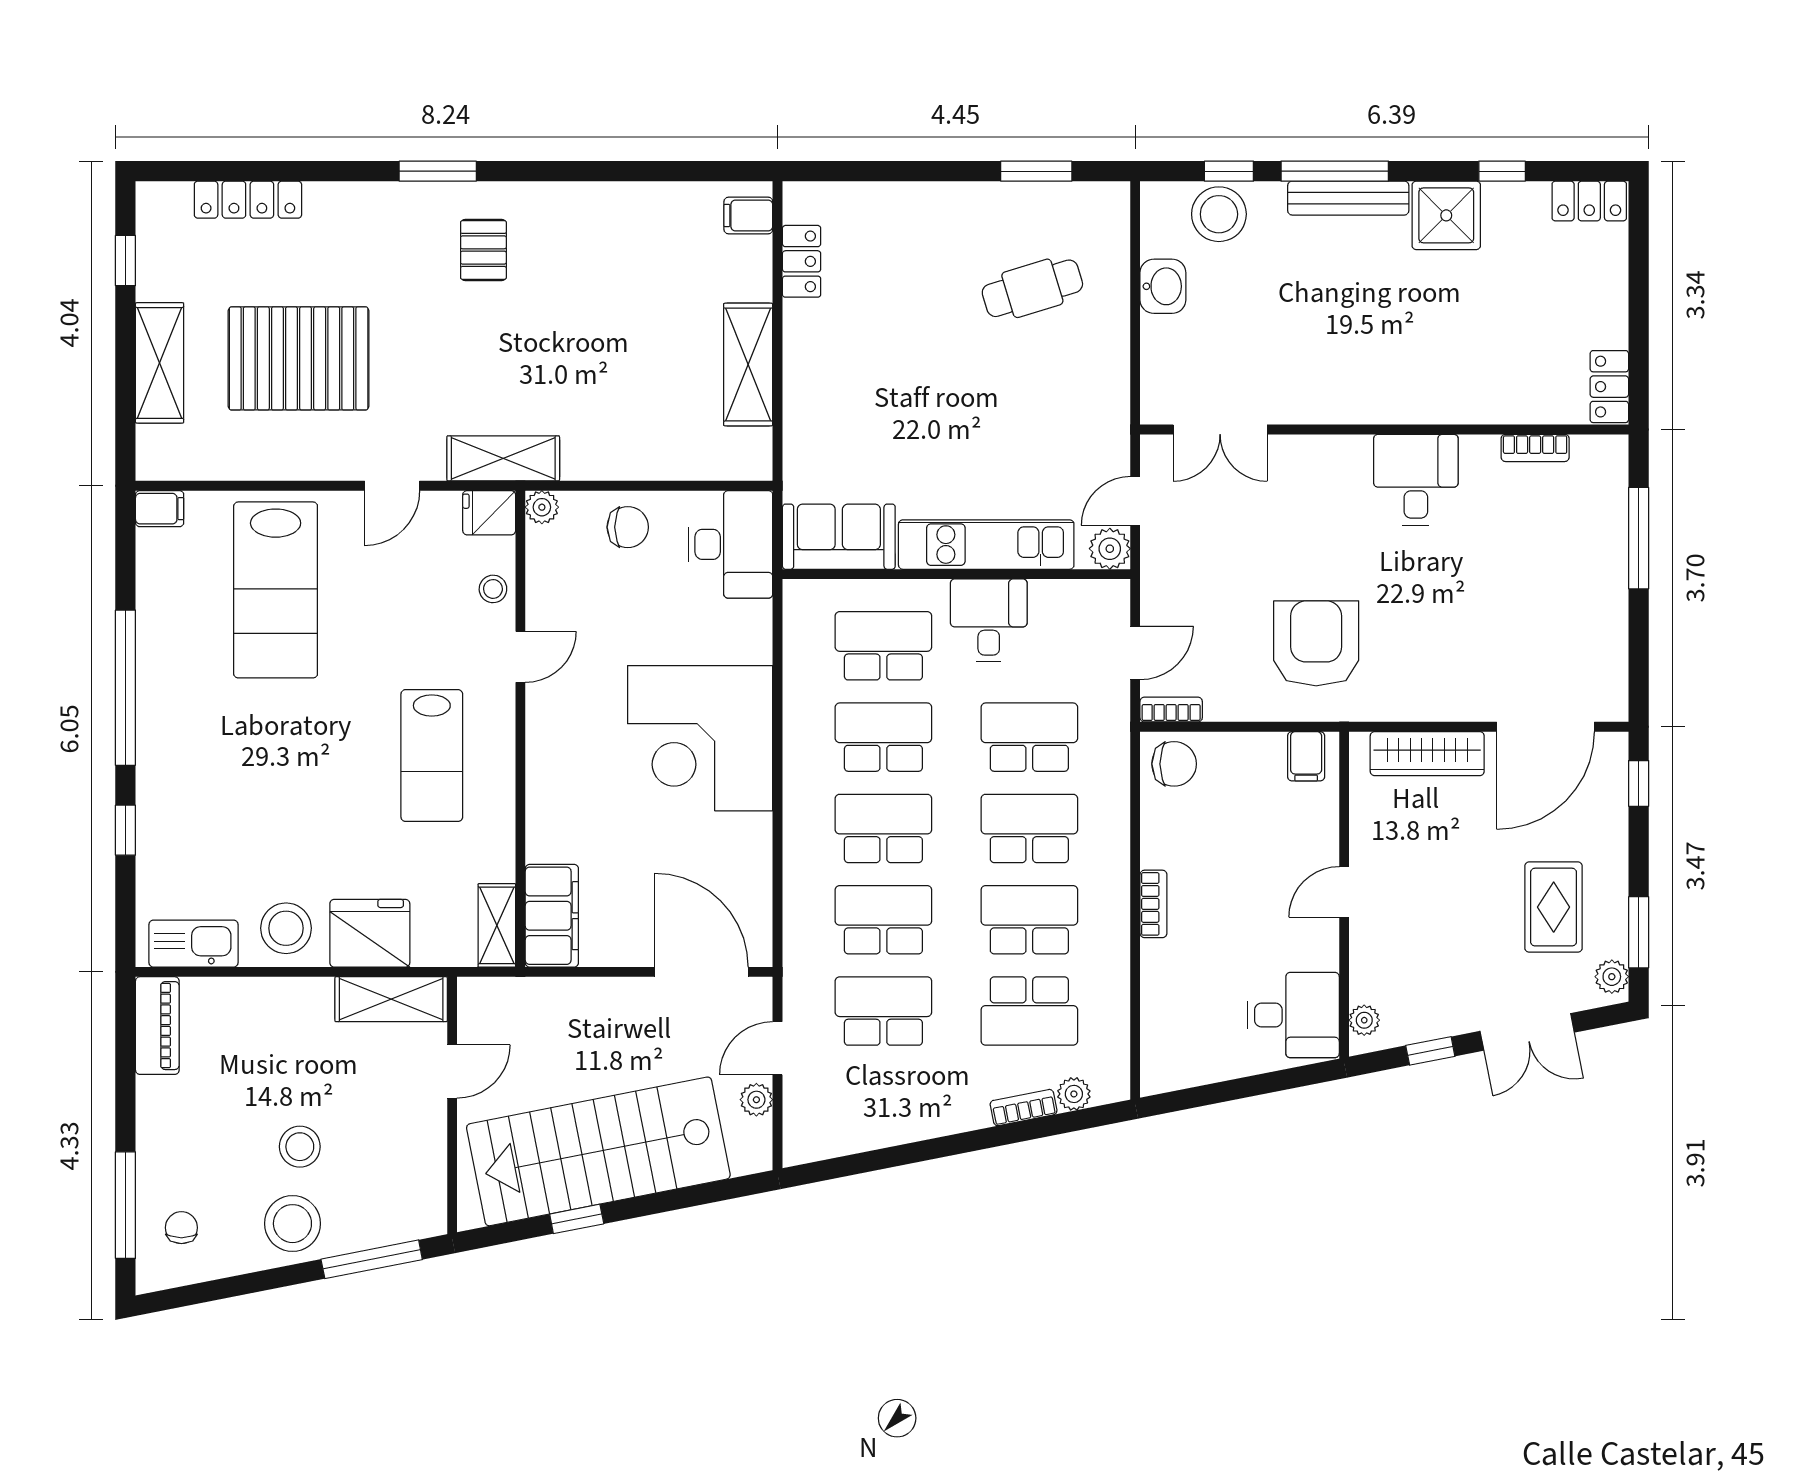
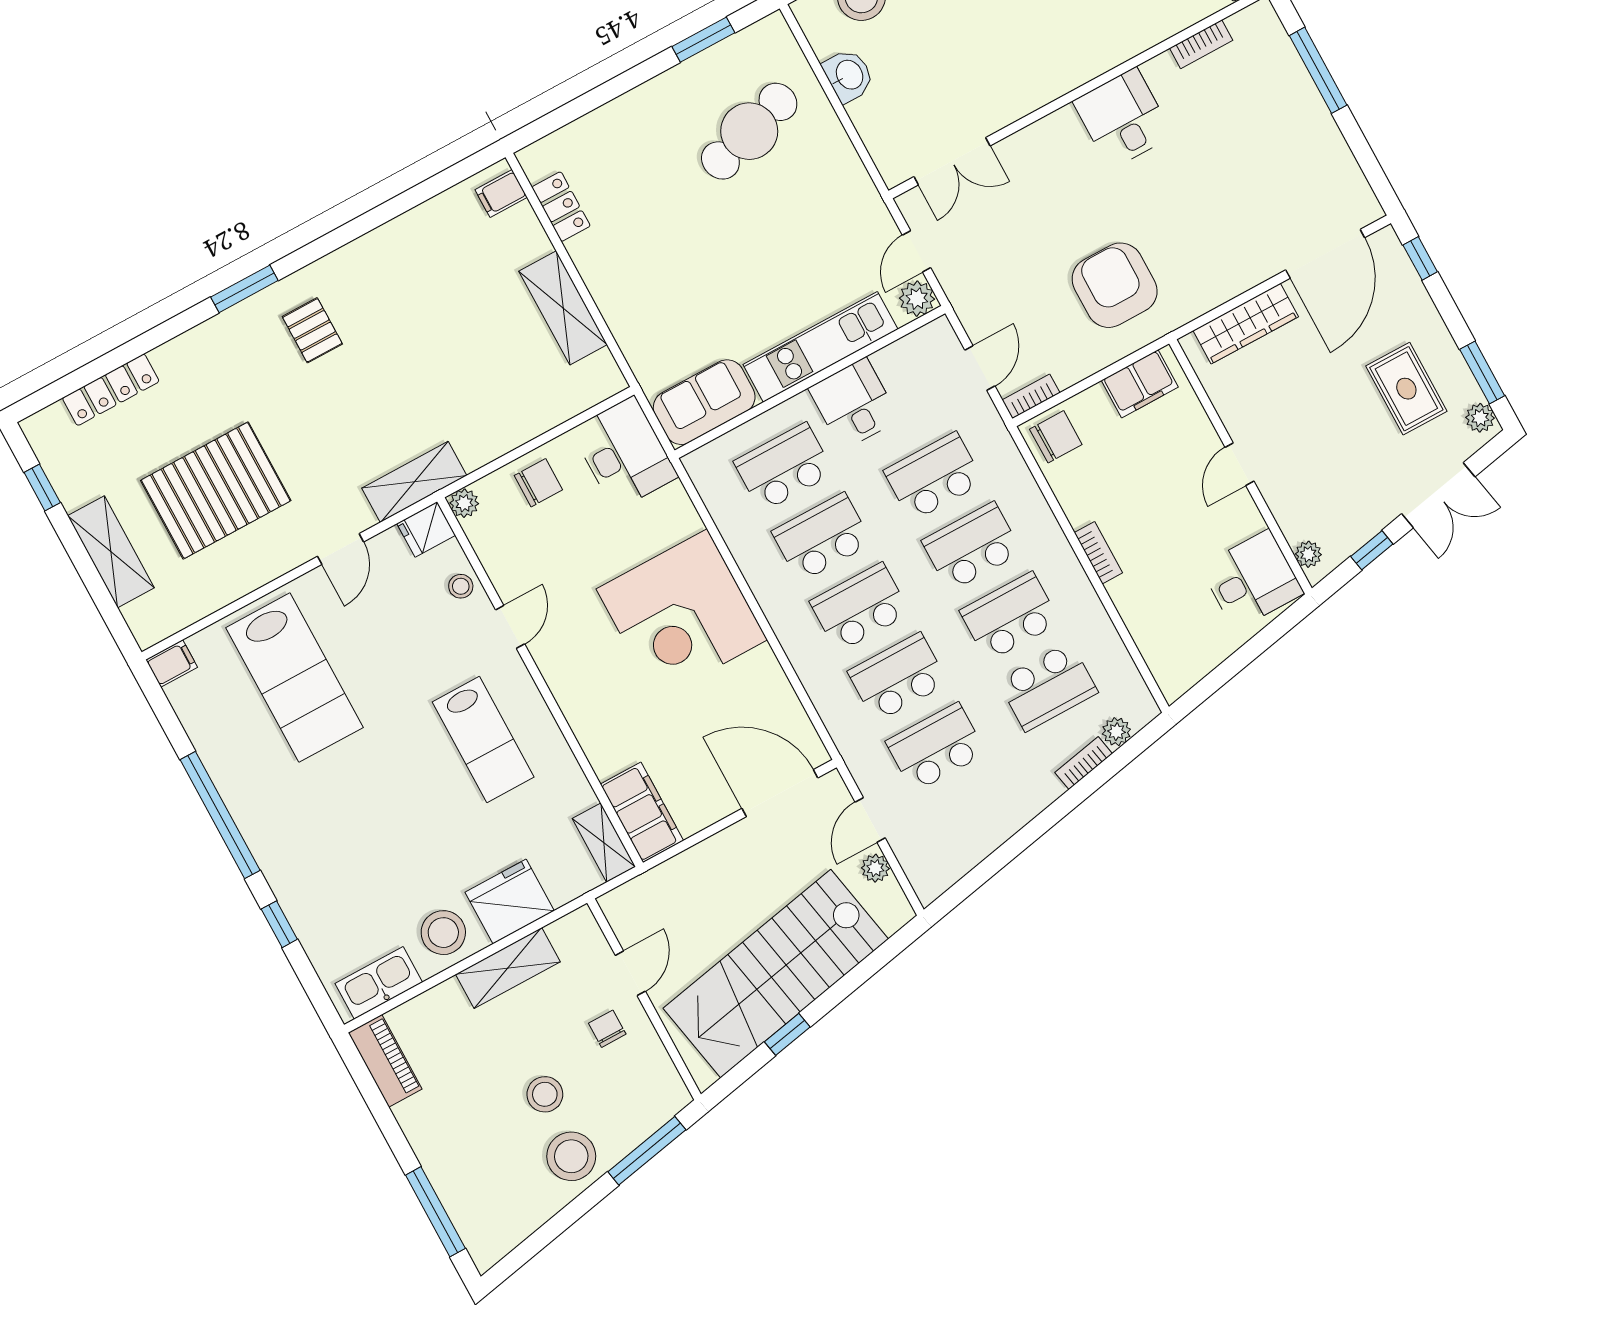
cafe table: (1032, 288) -> (749, 131), width x1.37, depth x1.35
filing cabinet: (1306, 756) -> (1140, 384), width x2.00
shelving: (391, 999) -> (508, 968), moved
chair: (181, 1228) -> (607, 1029), moved

